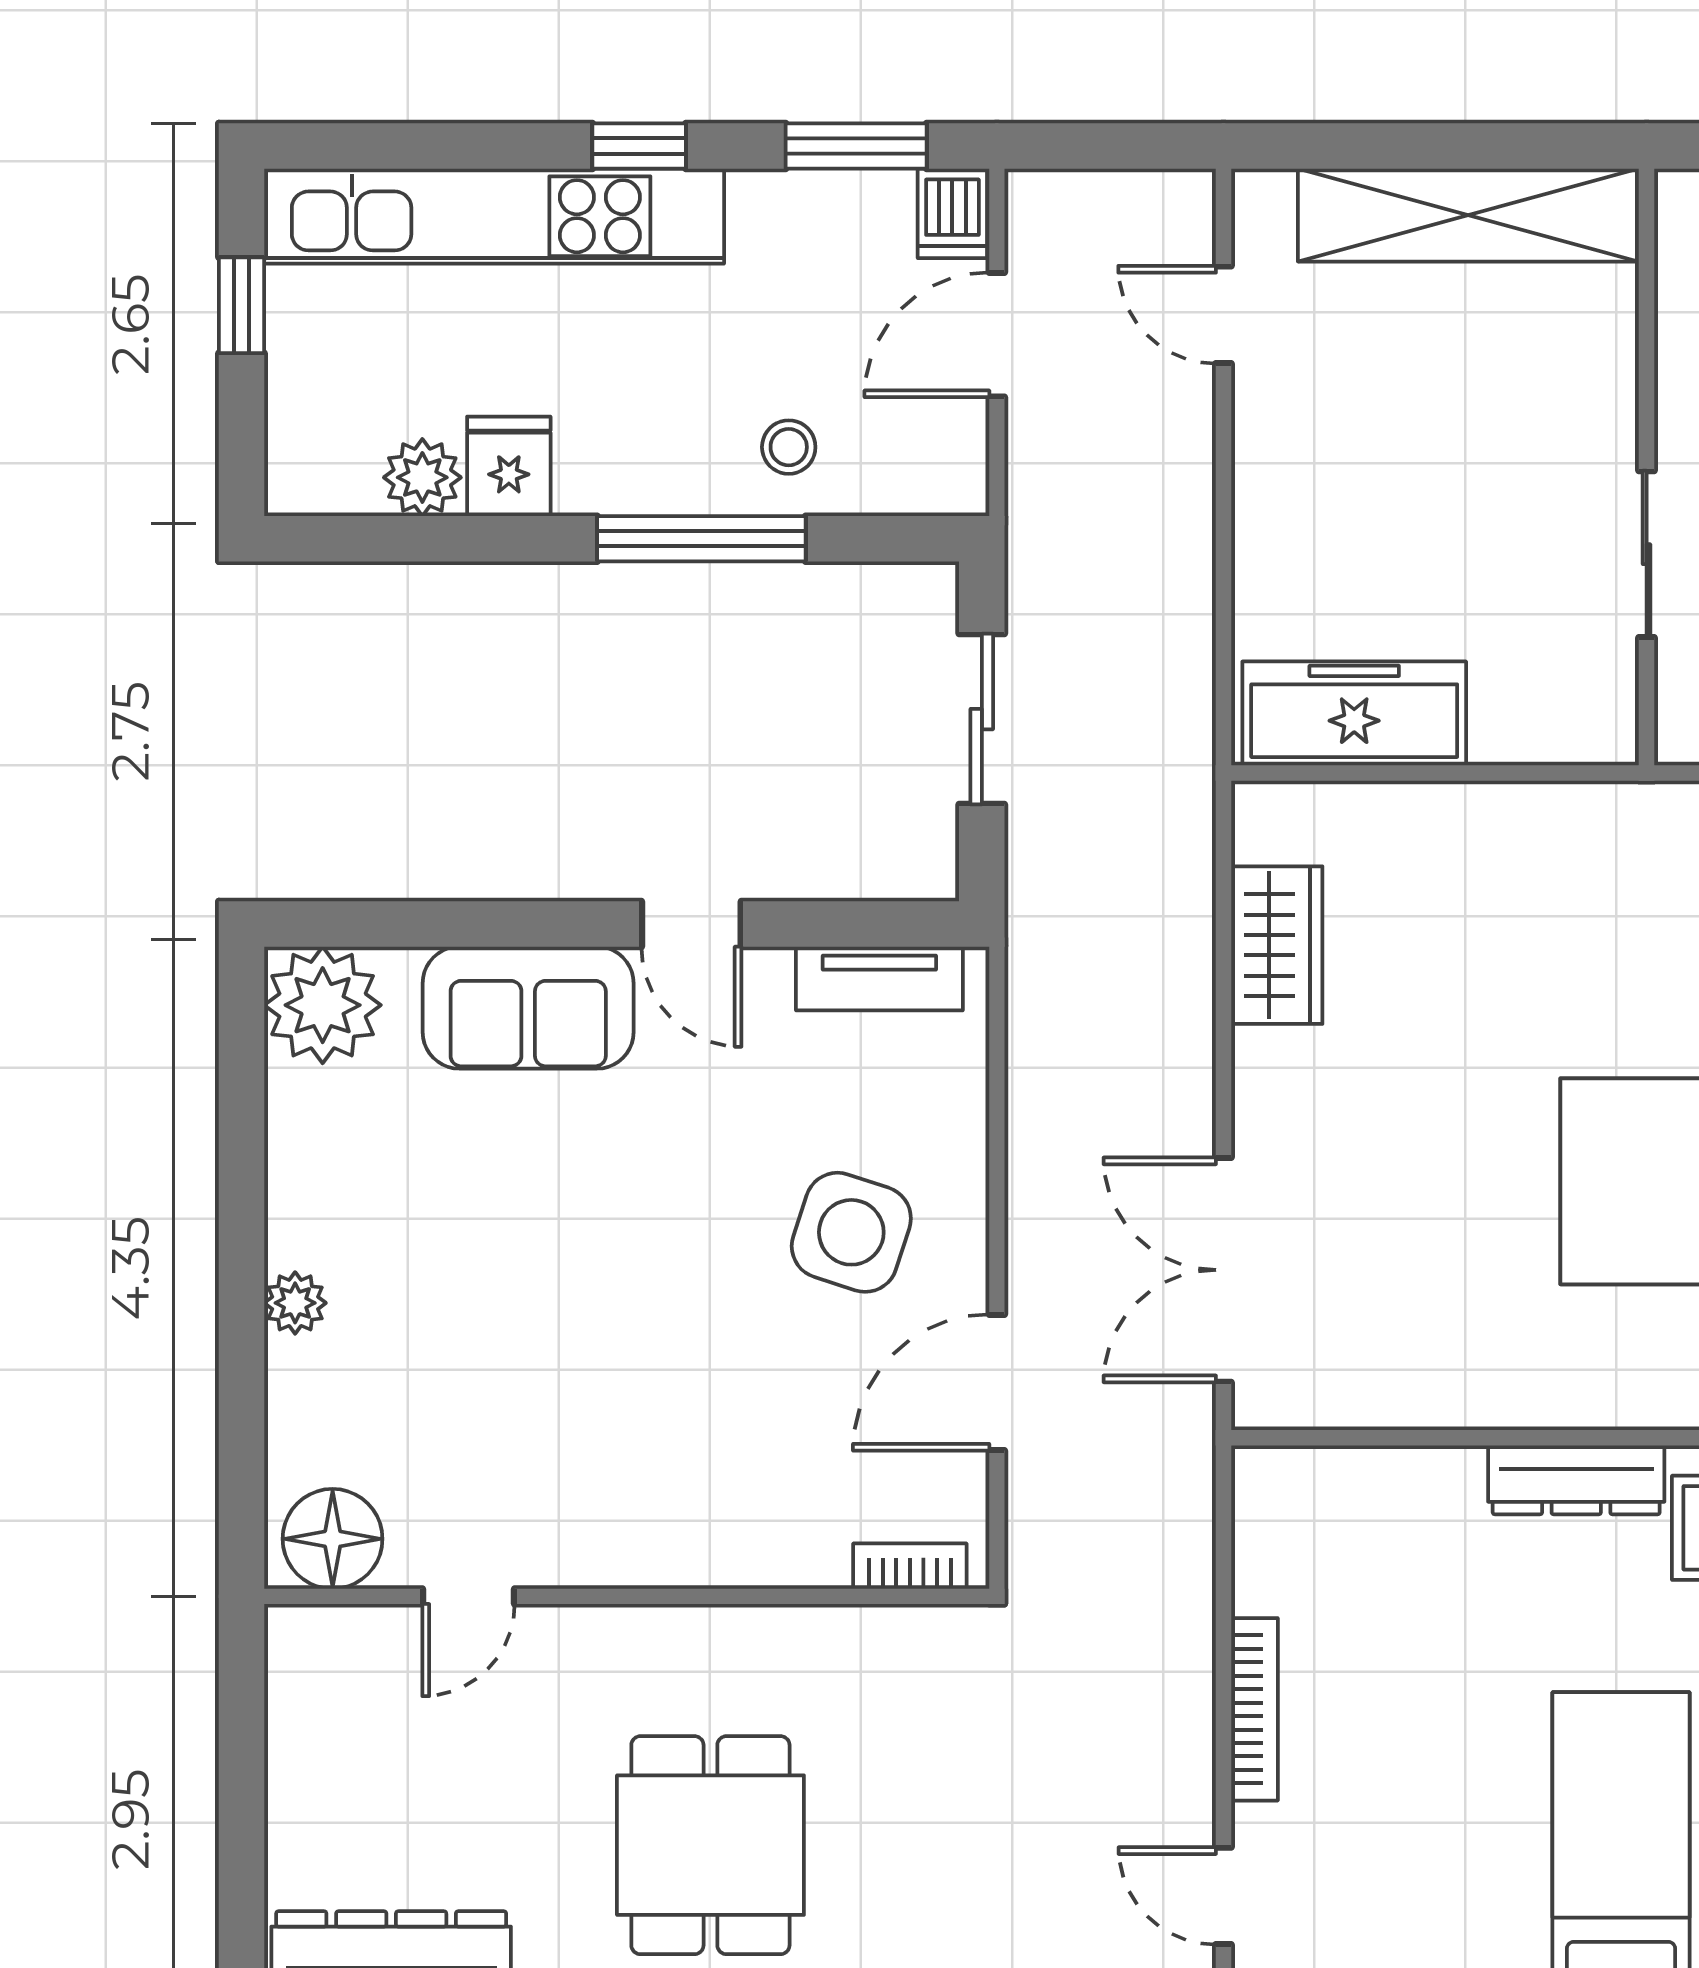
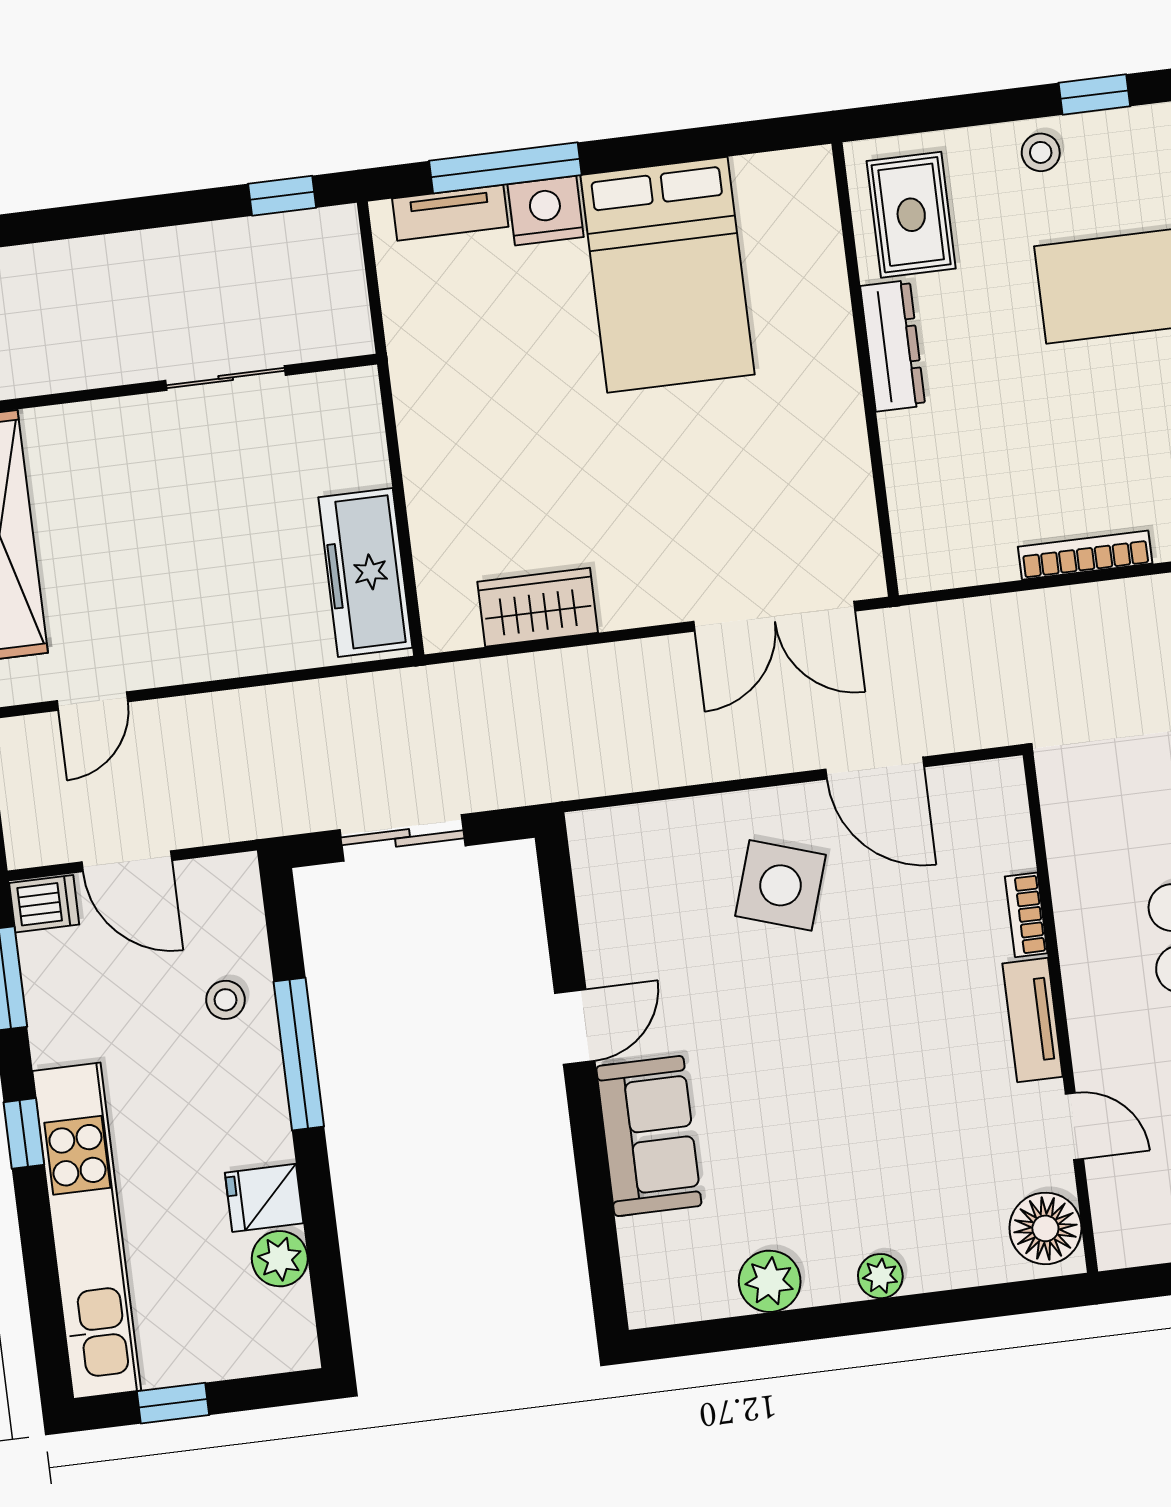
tv unit: (879, 979) -> (1033, 1020), moved, turned 180
plant: (323, 1005) -> (770, 1281), moved, width x0.73, depth x0.73
bookcase: (910, 1566) -> (1026, 915), moved

